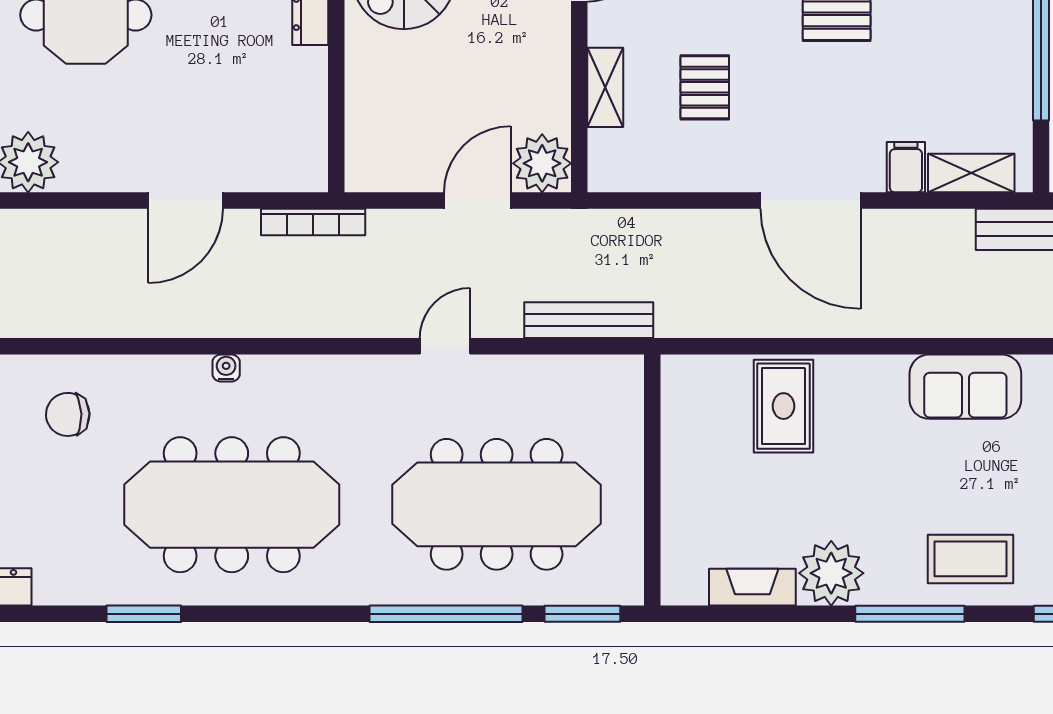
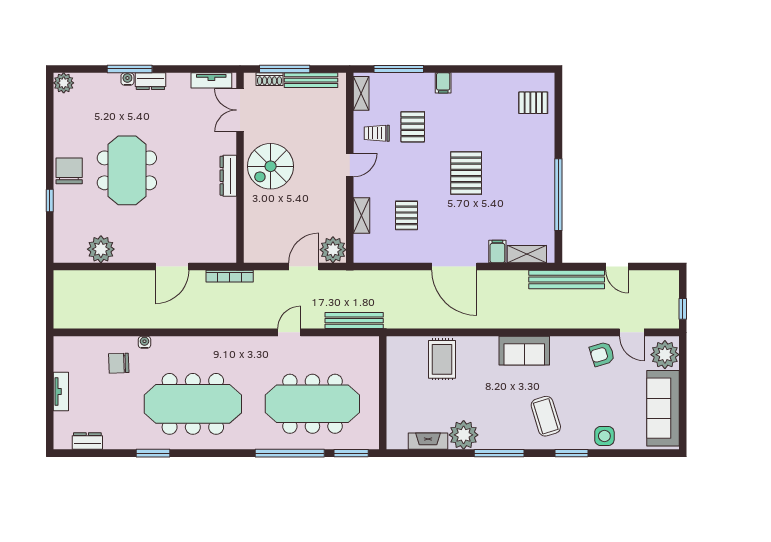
water cooler: (226, 368) -> (144, 342), moved
coffee table: (970, 559) -> (546, 416), moved, turned 73

